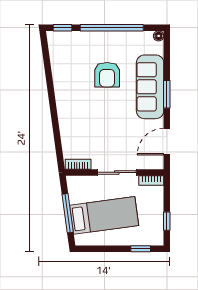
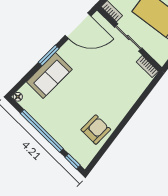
armchair: (107, 75) -> (96, 130), moved
sofa: (150, 87) -> (49, 76), width x0.73
door: (167, 142) -> (78, 26), width x1.36

